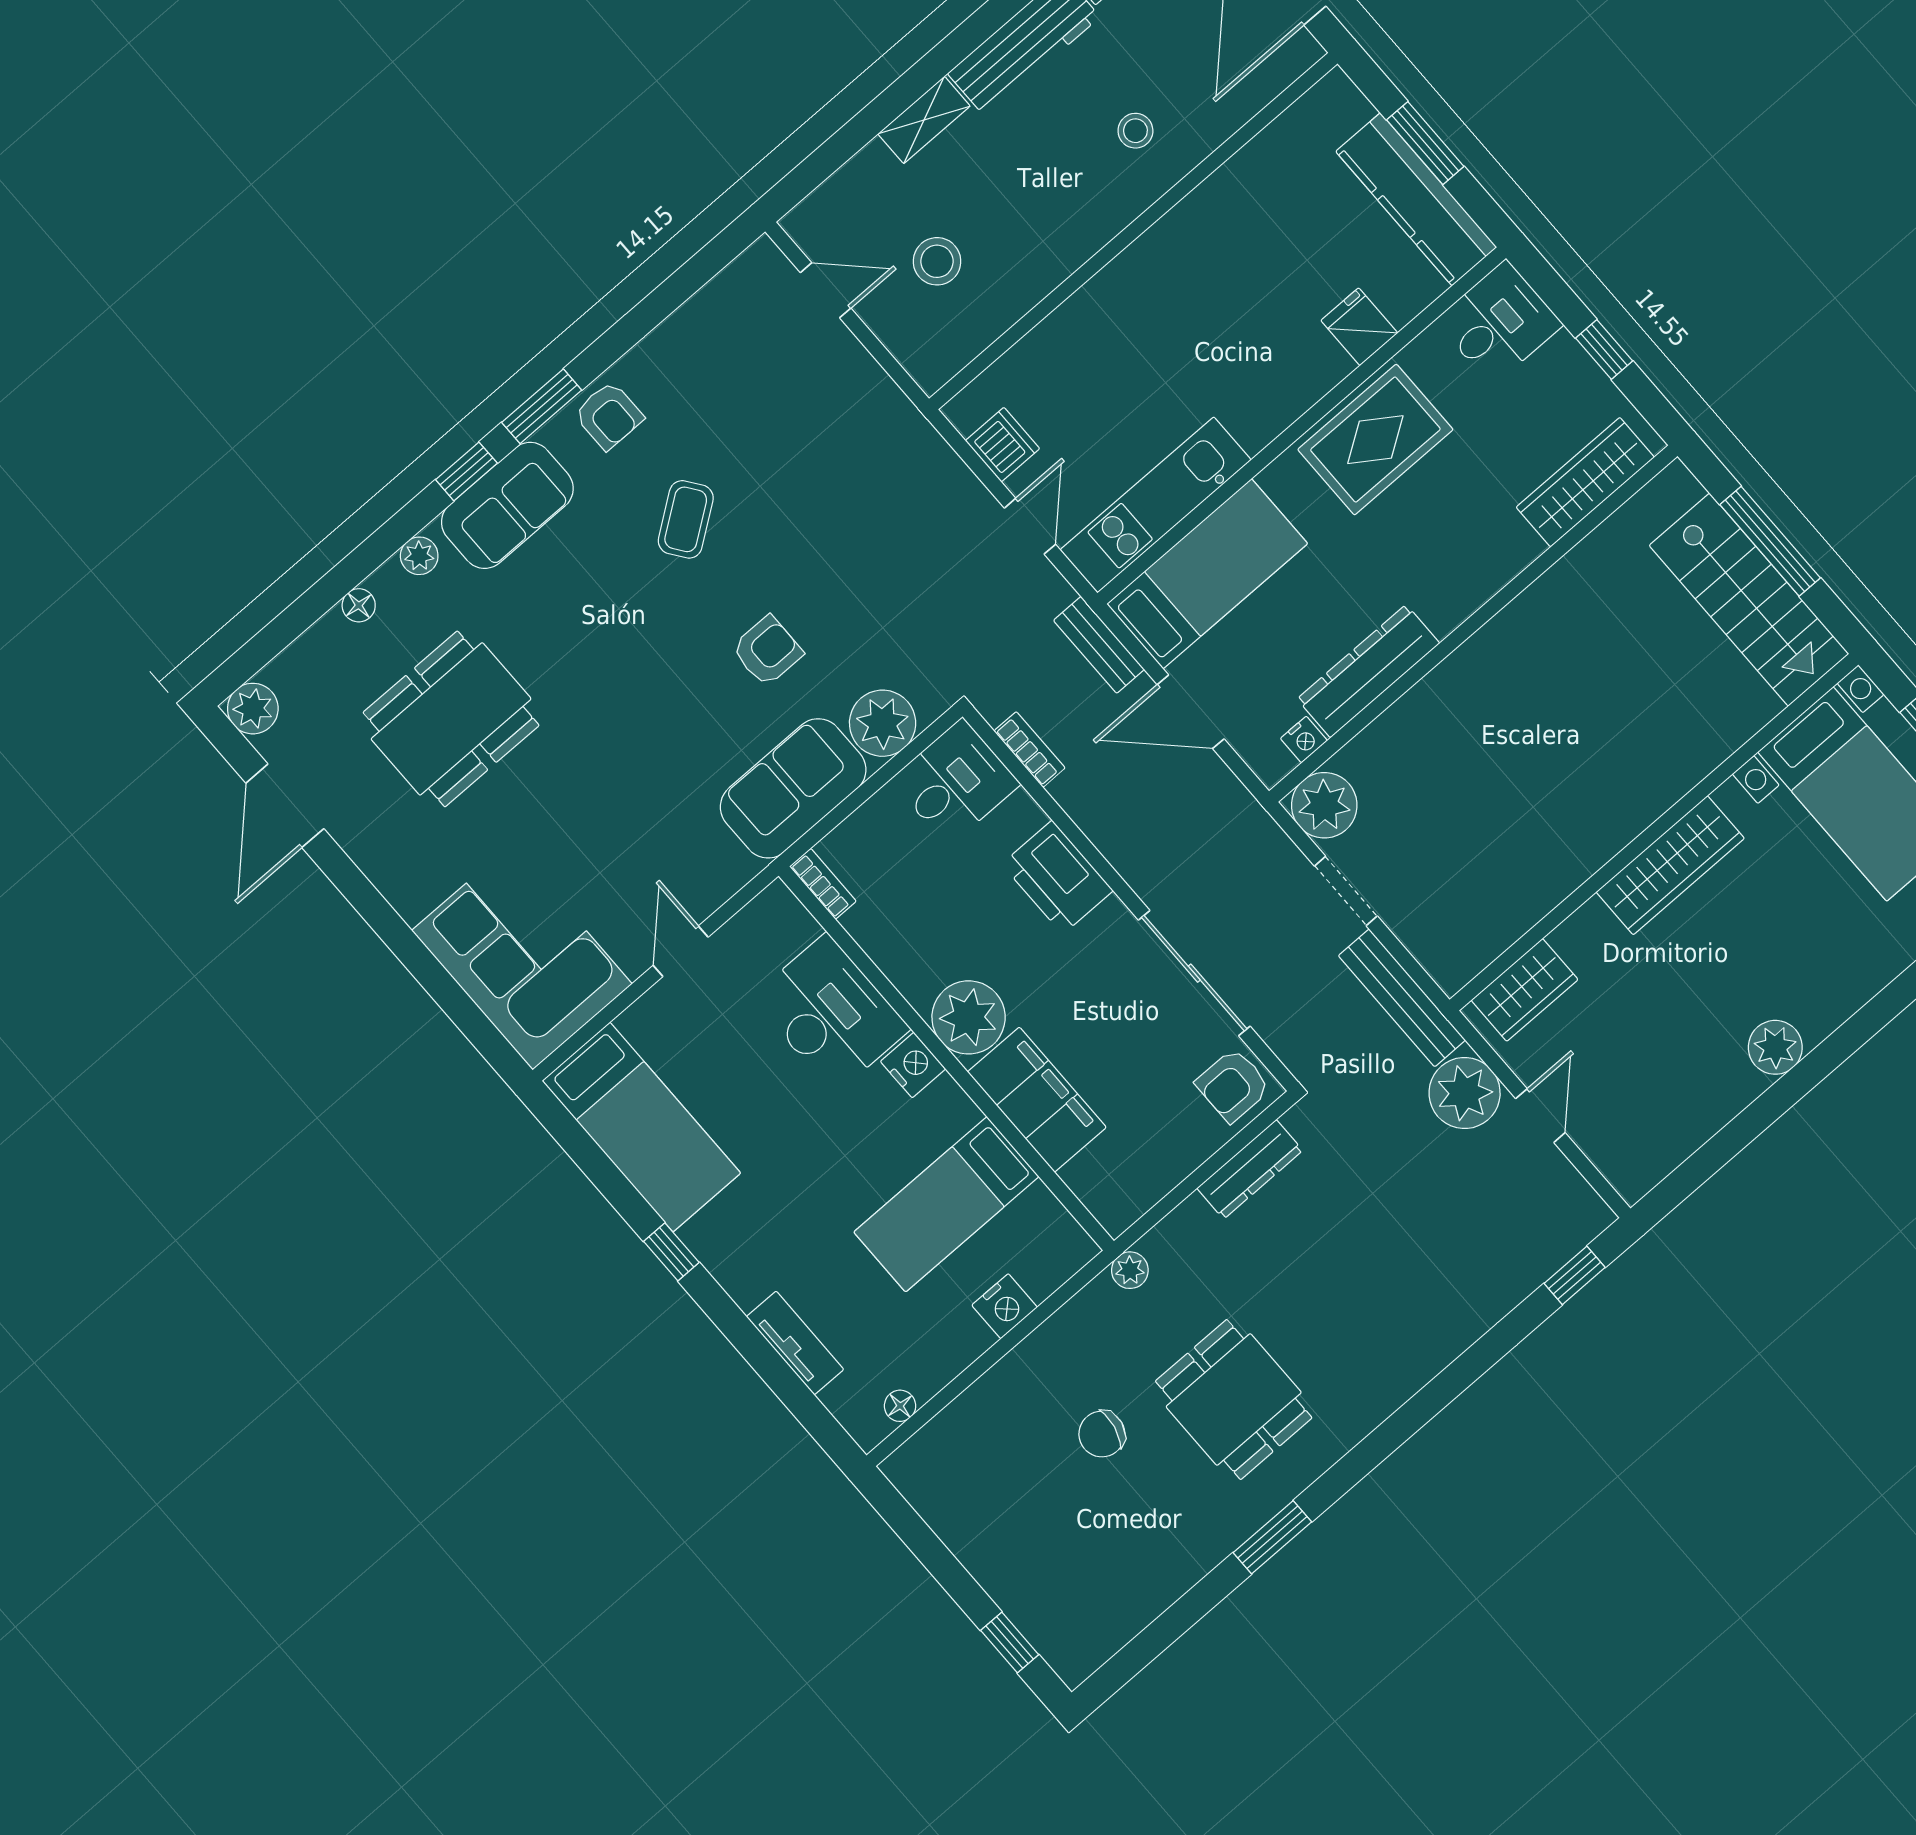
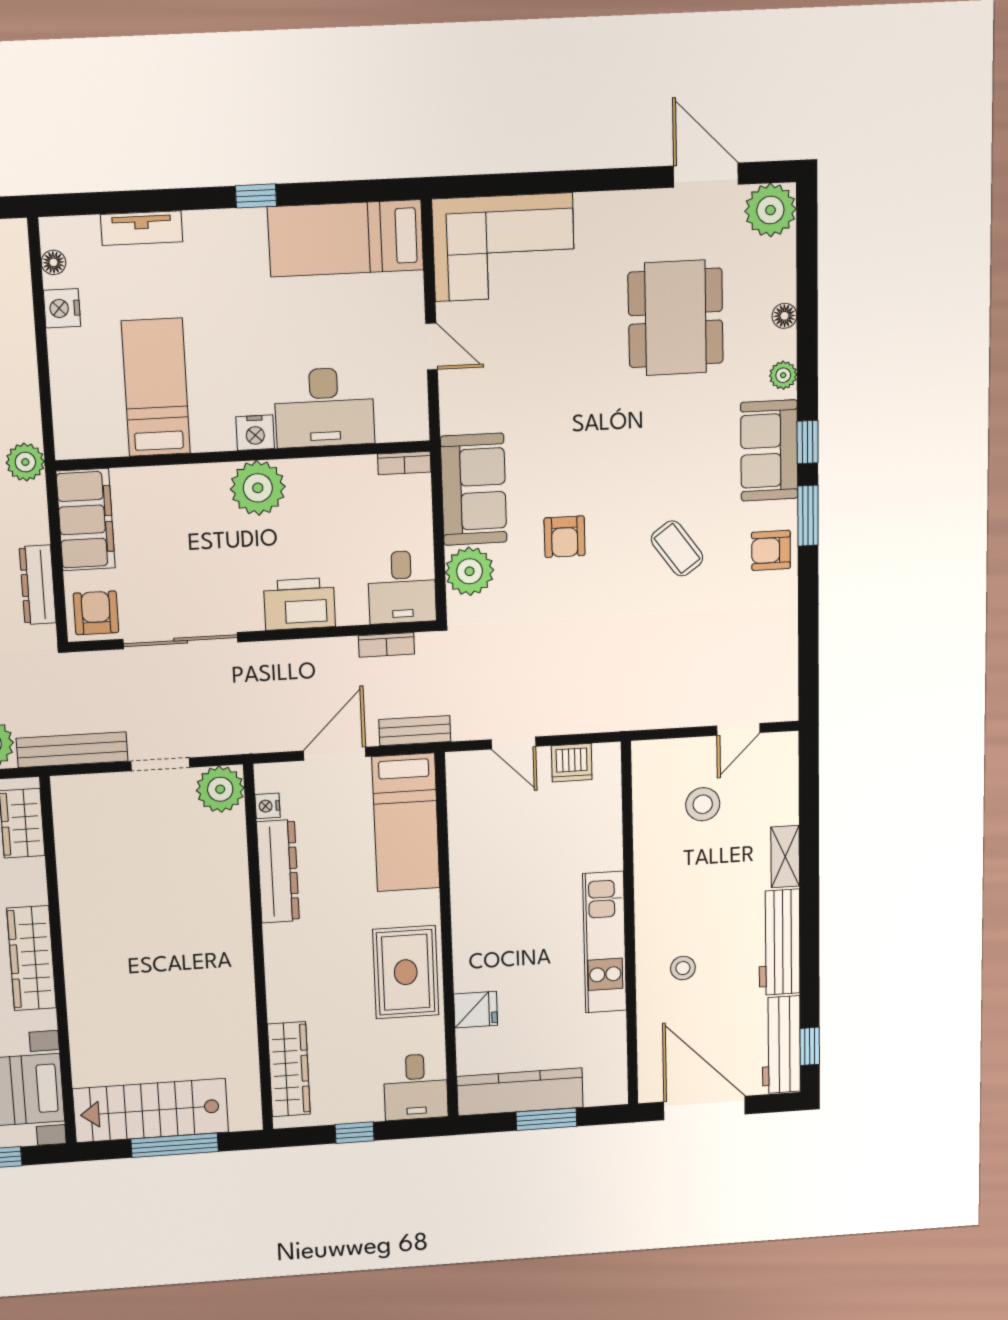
kitchen unit: (1156, 505) -> (605, 942), moved, turned 180
plant: (253, 709) -> (770, 210), width x1.36, depth x1.36
filing cabinet: (1037, 1100) -> (86, 520), moved, turned -90
plant: (1130, 1270) -> (25, 462), width x1.38, depth x1.38
nightstand: (1005, 1306) -> (62, 308), moved

